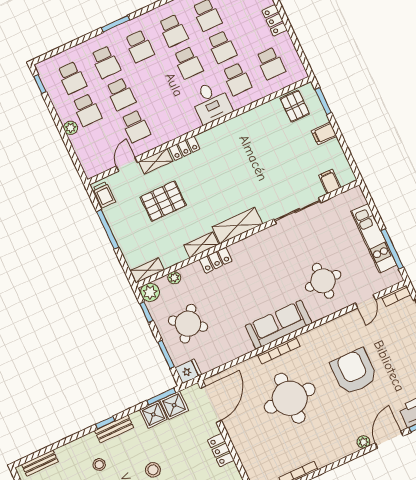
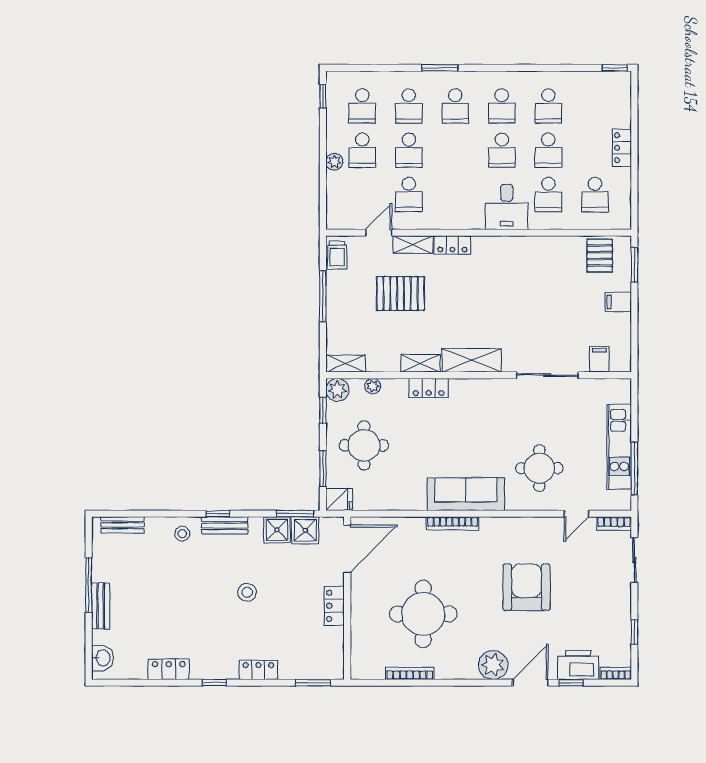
round table: (188, 324) -> (364, 445), turned -37
round table: (290, 398) -> (423, 614), moved
plant: (363, 442) -> (493, 665), width x1.88, depth x1.88
stool: (99, 465) -> (182, 534), moved

